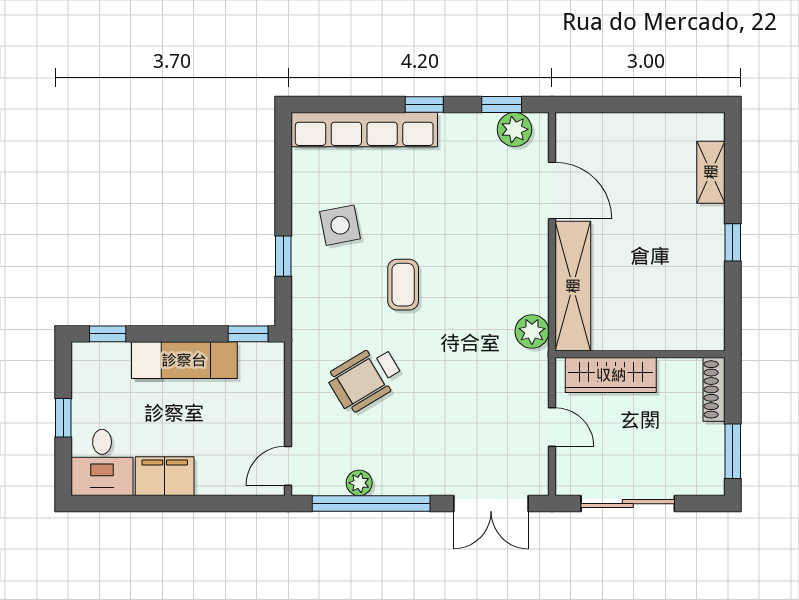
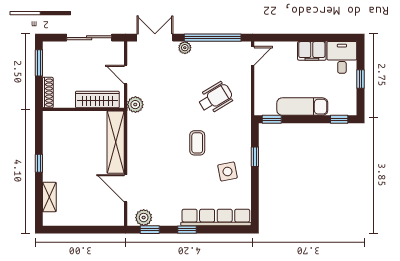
plant: (532, 331) -> (135, 105), moved
plant: (359, 483) -> (185, 48), moved

